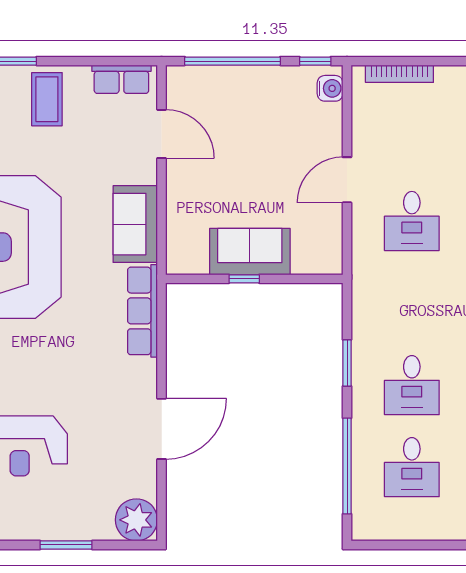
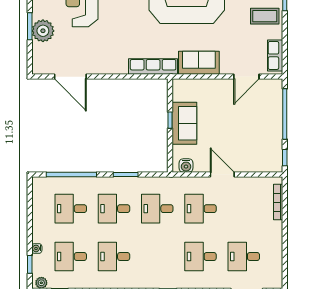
water cooler: (330, 88) -> (186, 166), moved
desk: (412, 303) -> (157, 209), added
door: (162, 429) -> (70, 77), moved
plant: (136, 520) -> (43, 31), moved

